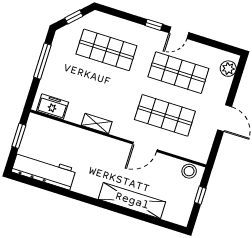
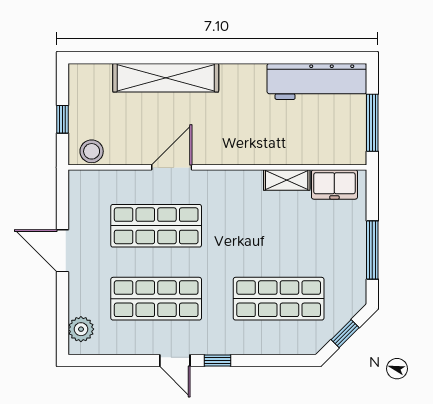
door: (179, 33) -> (175, 361), swing flipped
shelving: (97, 123) -> (287, 180), moved
window: (19, 136) -> (372, 123), width x1.44

